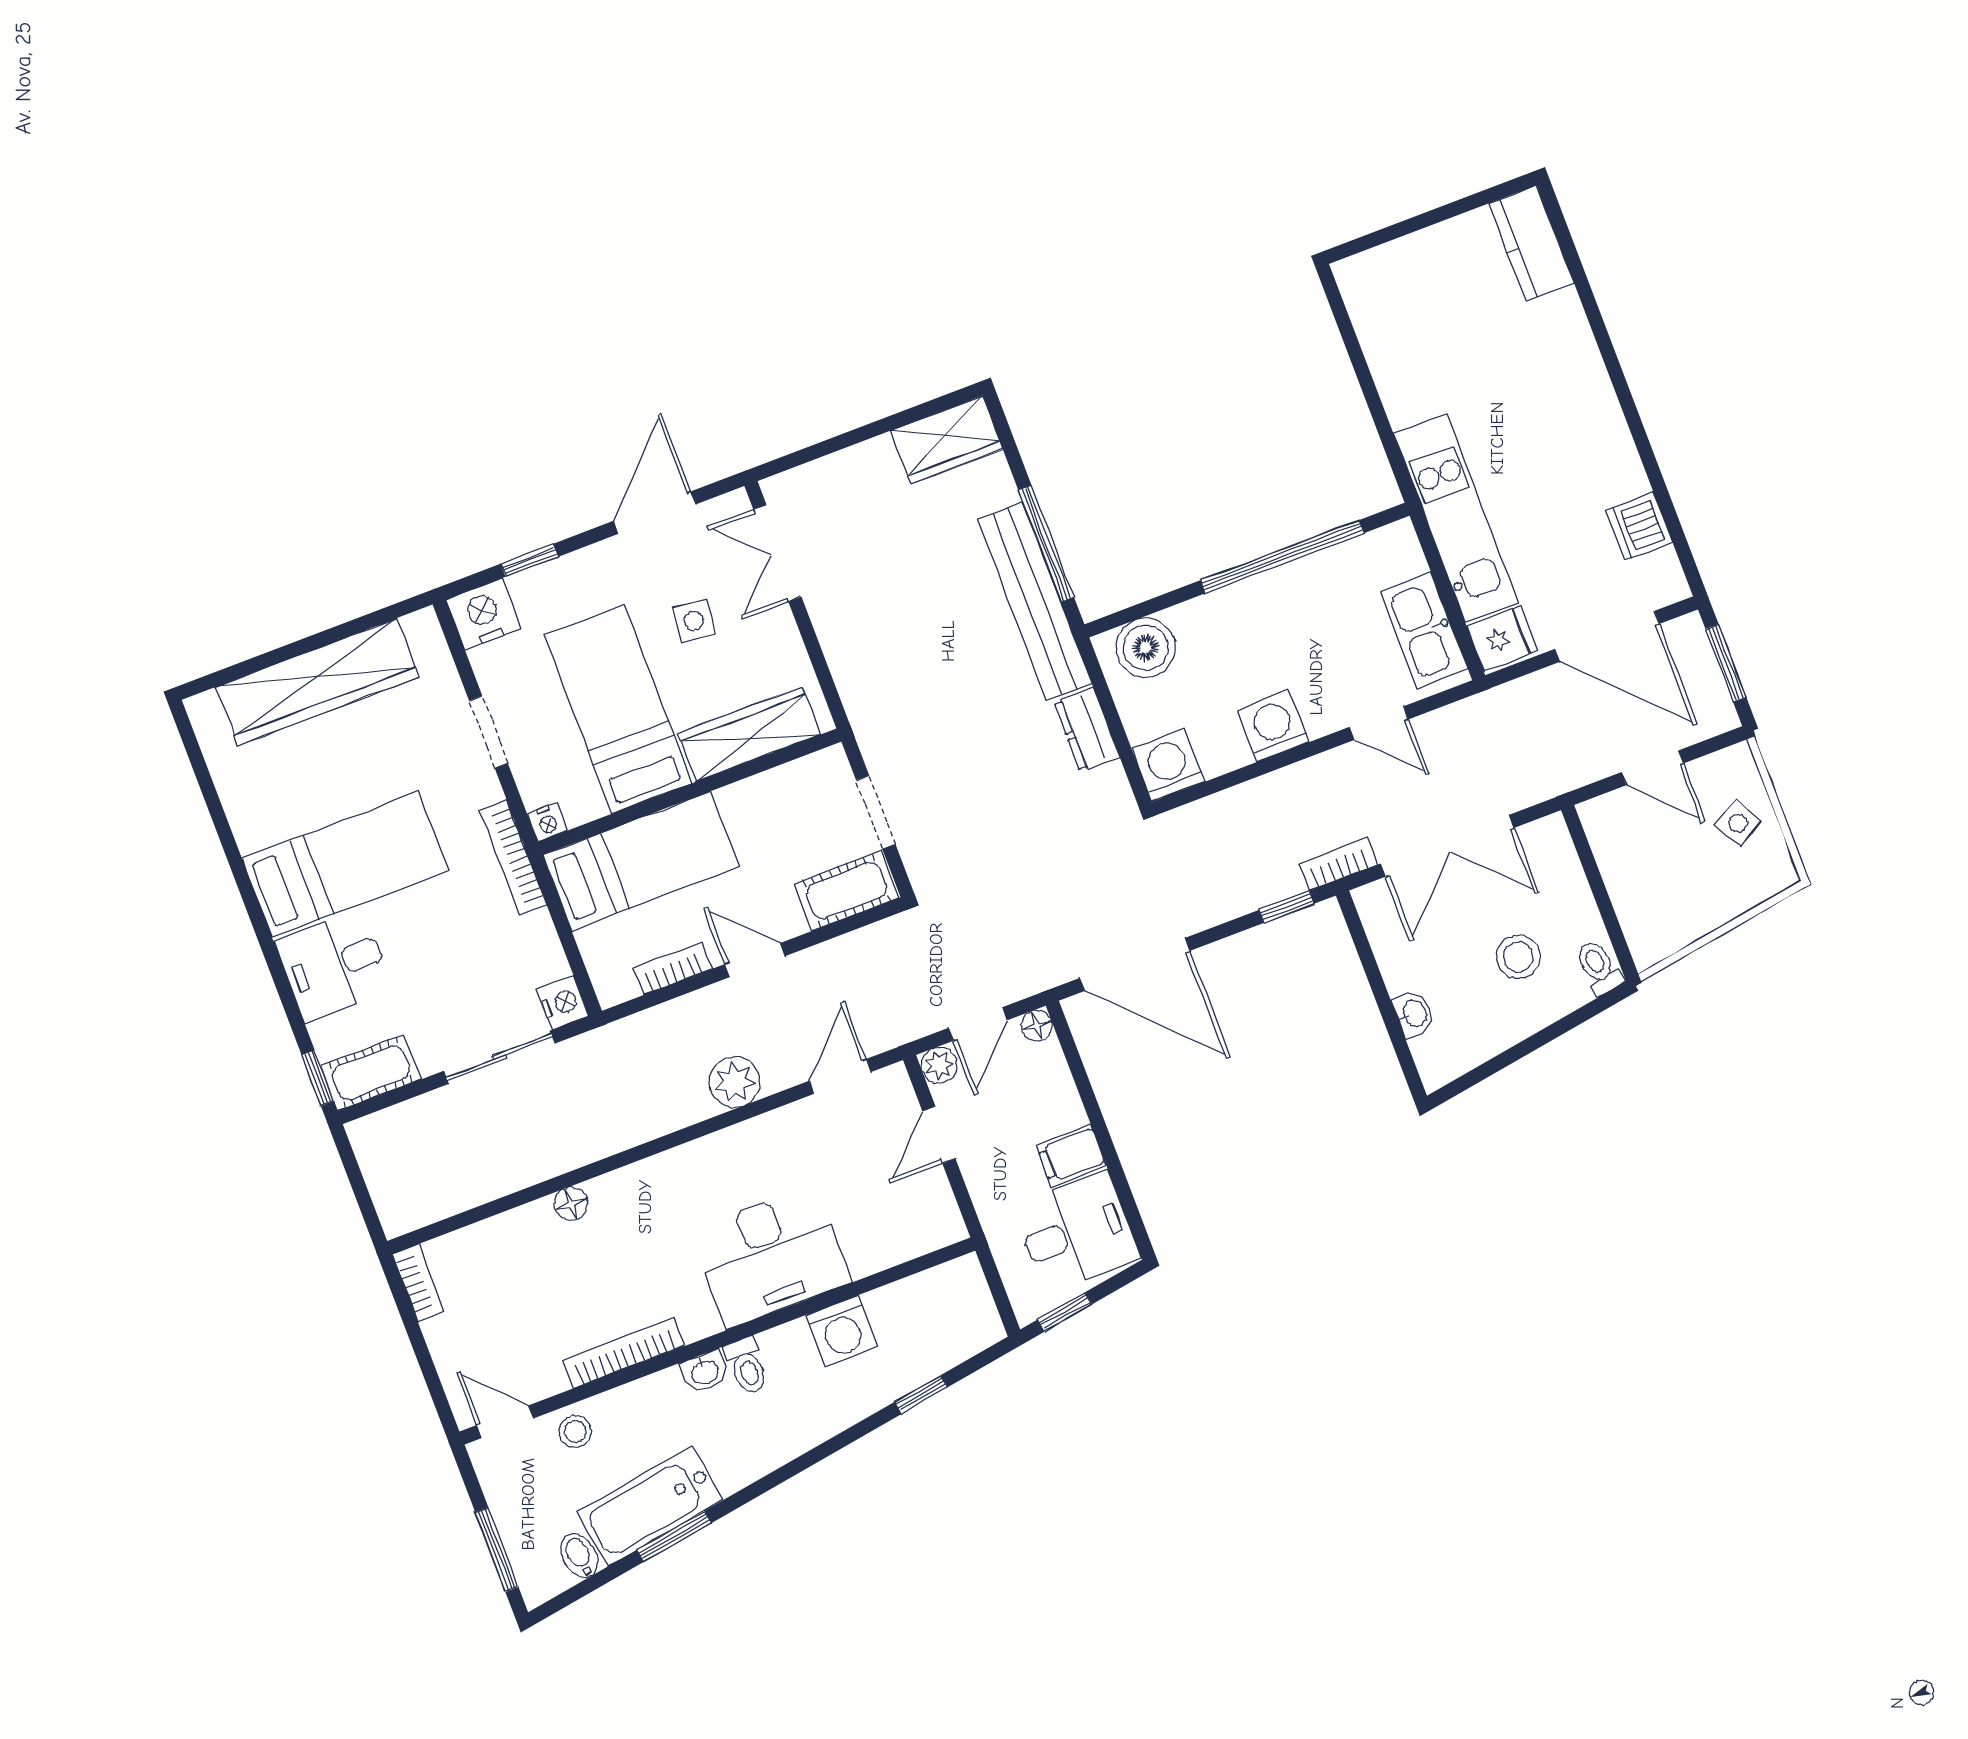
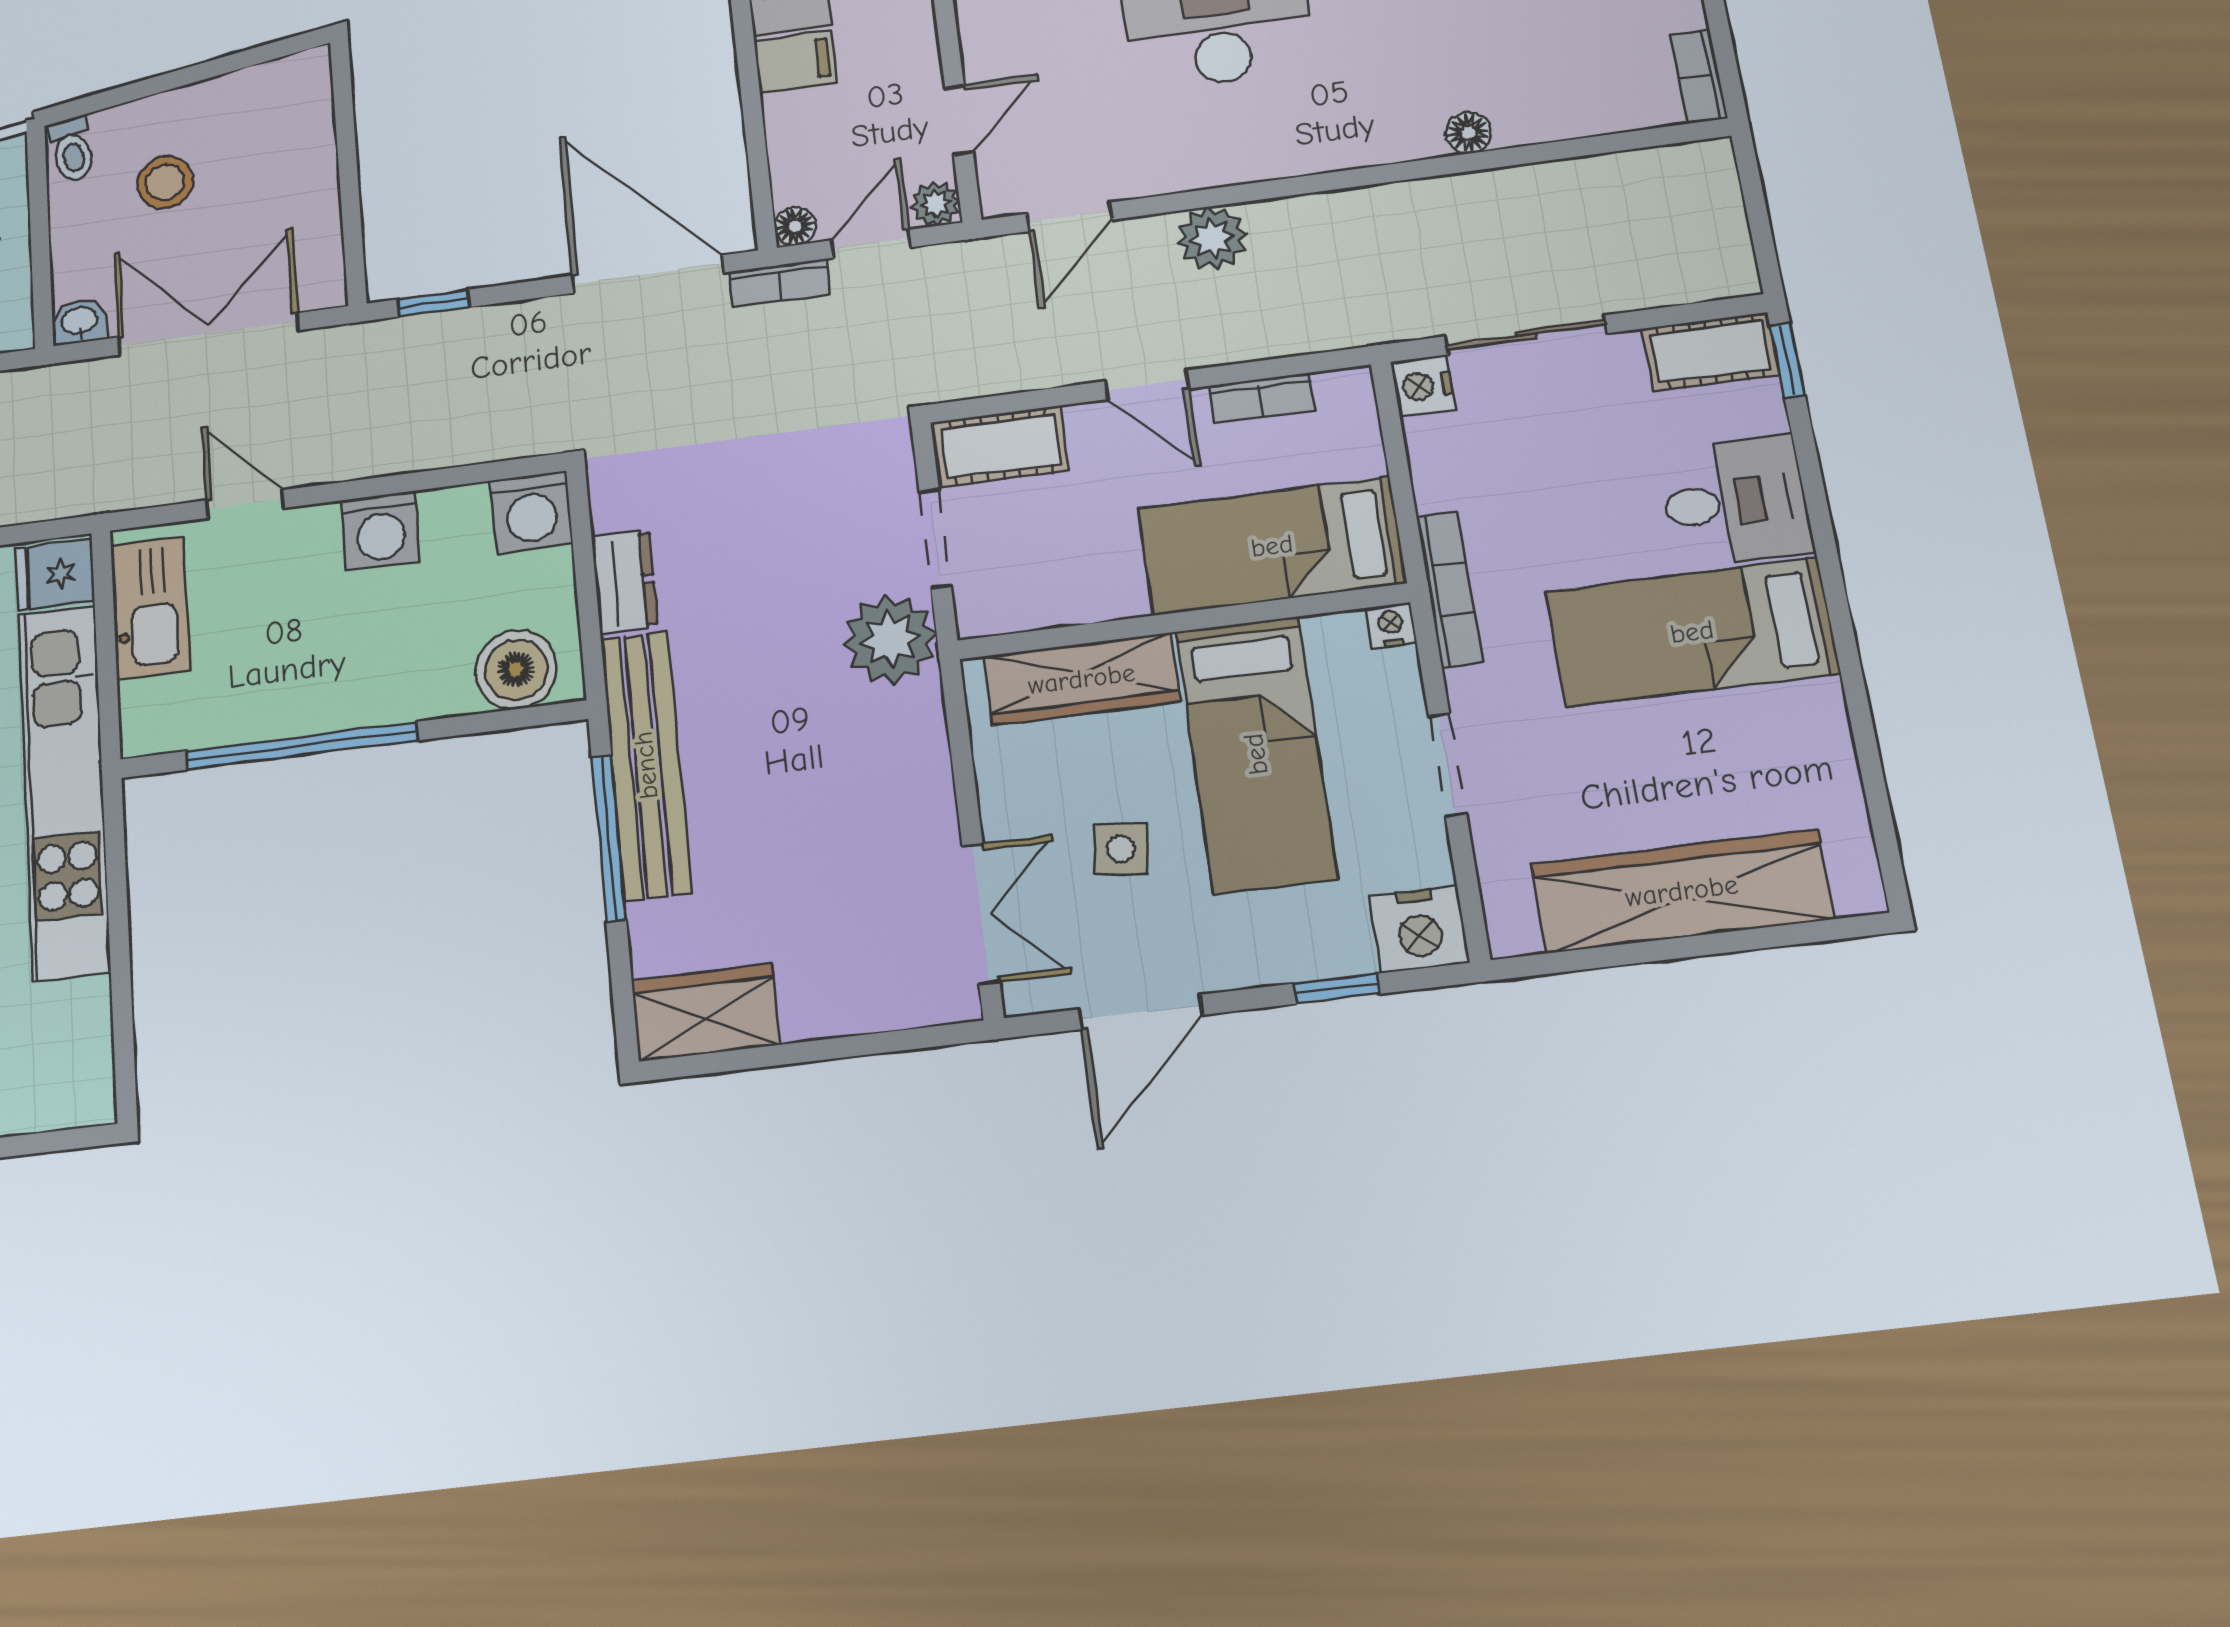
kitchen unit: (1456, 518) -> (64, 791), width x1.36
plant: (888, 731) -> (890, 639), added
bookcase: (1338, 864) -> (780, 283), moved
washbasin: (1414, 1014) -> (80, 322), moved, turned 90

